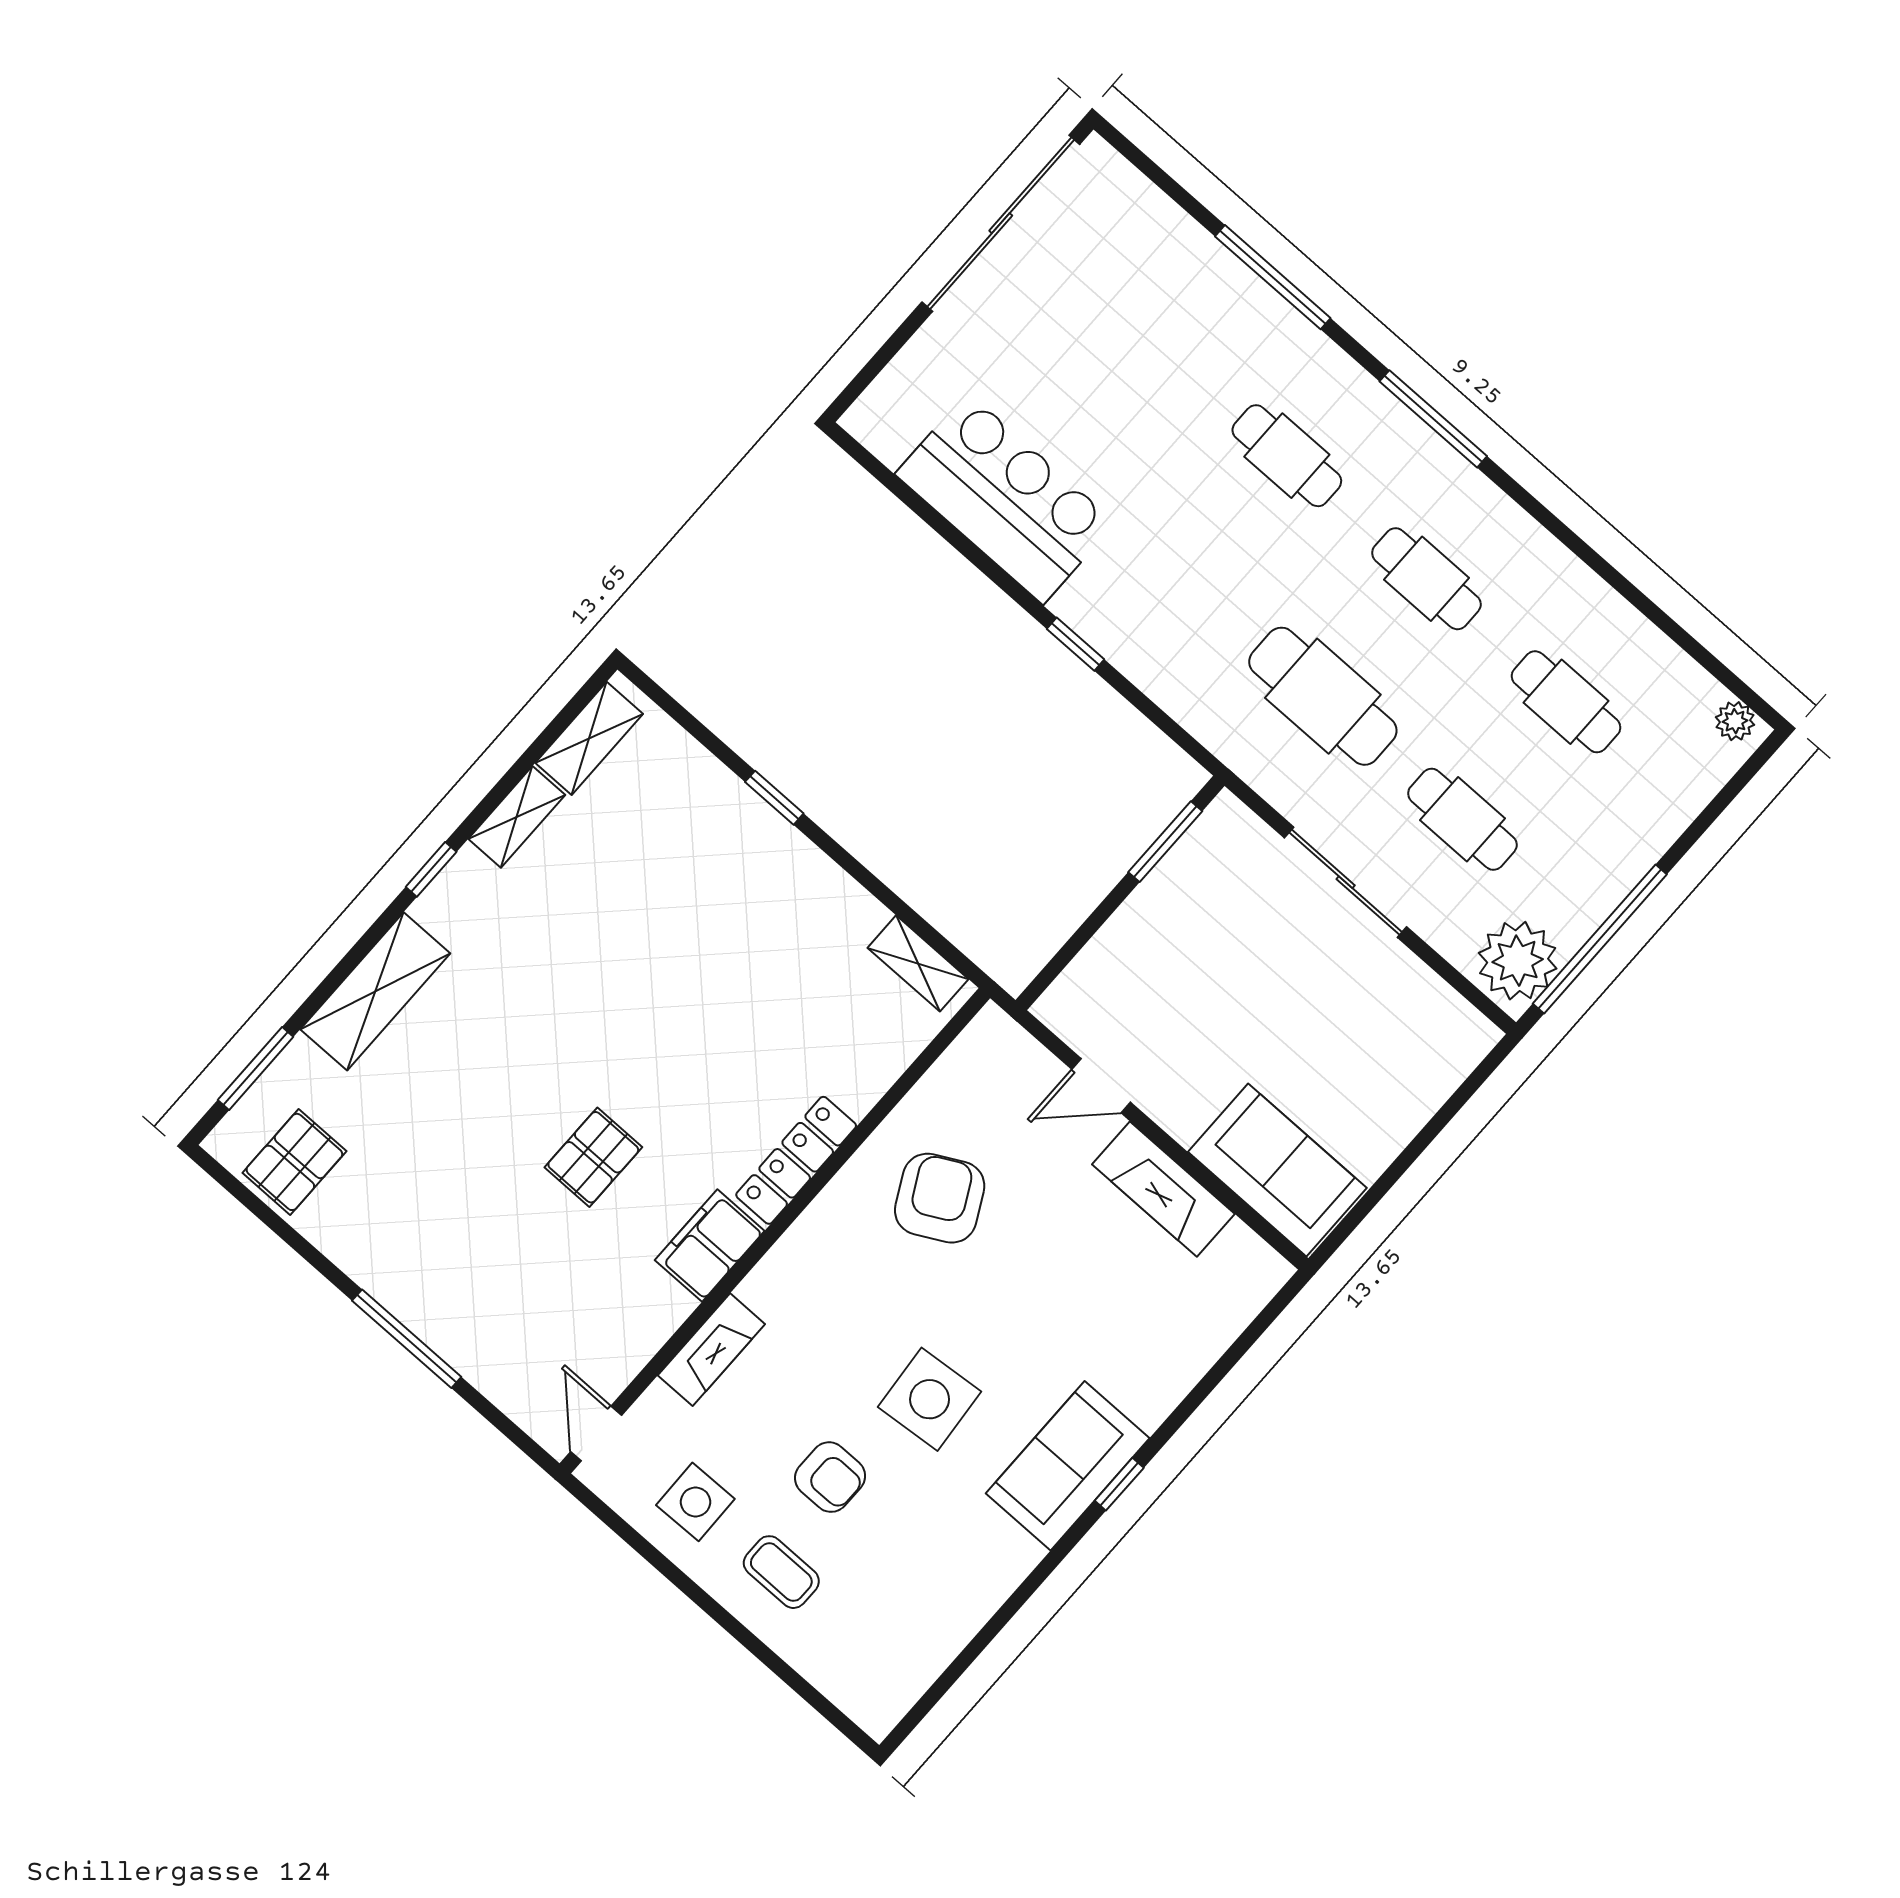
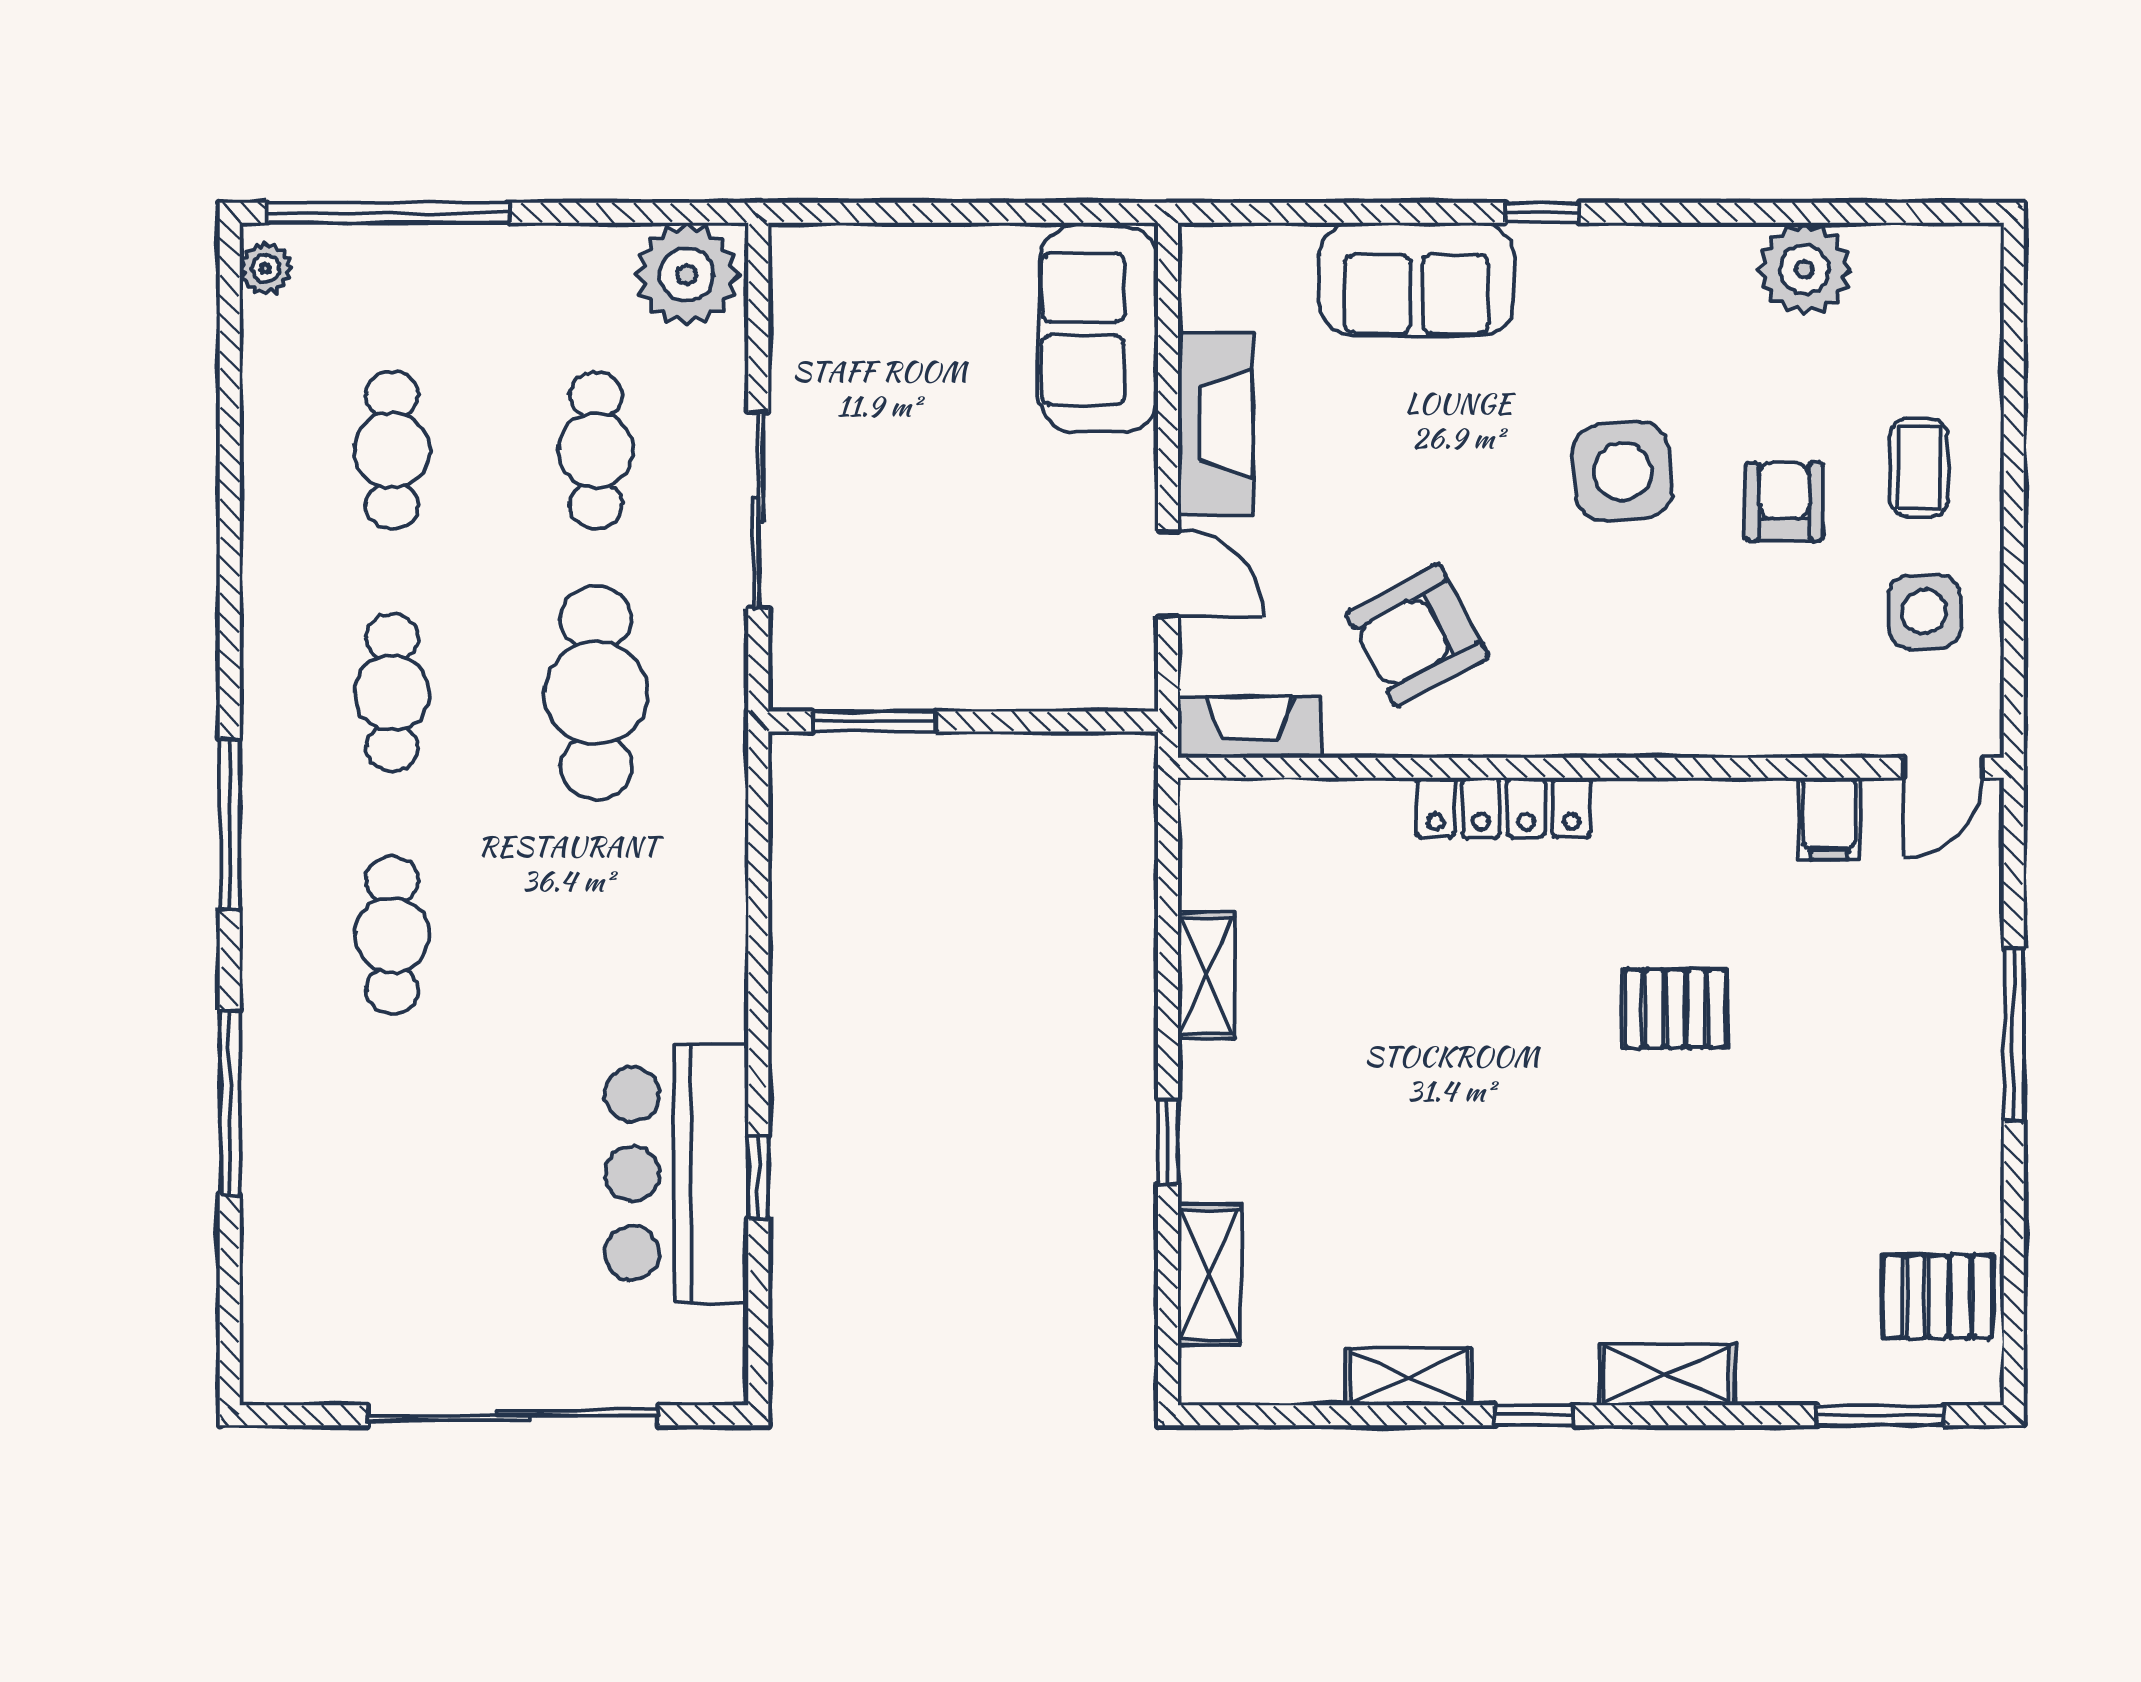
sliding door: (1001, 223) -> (513, 1415), moved
window: (1076, 644) -> (758, 1178), moved
shelving: (589, 738) -> (1210, 1275), moved, turned 90
window: (1600, 939) -> (388, 213), moved
shelving: (918, 963) -> (1206, 975), moved
shelving: (375, 991) -> (1667, 1375), width x0.67, depth x0.75
filing cabinet: (710, 1245) -> (1829, 819), moved, width x0.50
fireplace: (711, 1350) -> (1249, 727), moved
sofa: (1068, 1466) -> (1417, 279), moved
plant: (953, 1607) -> (1805, 269), added

